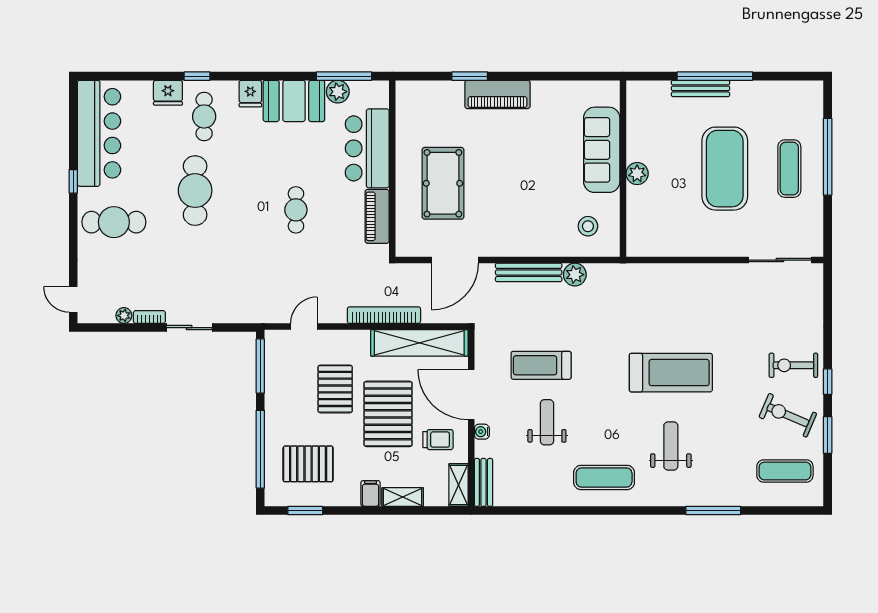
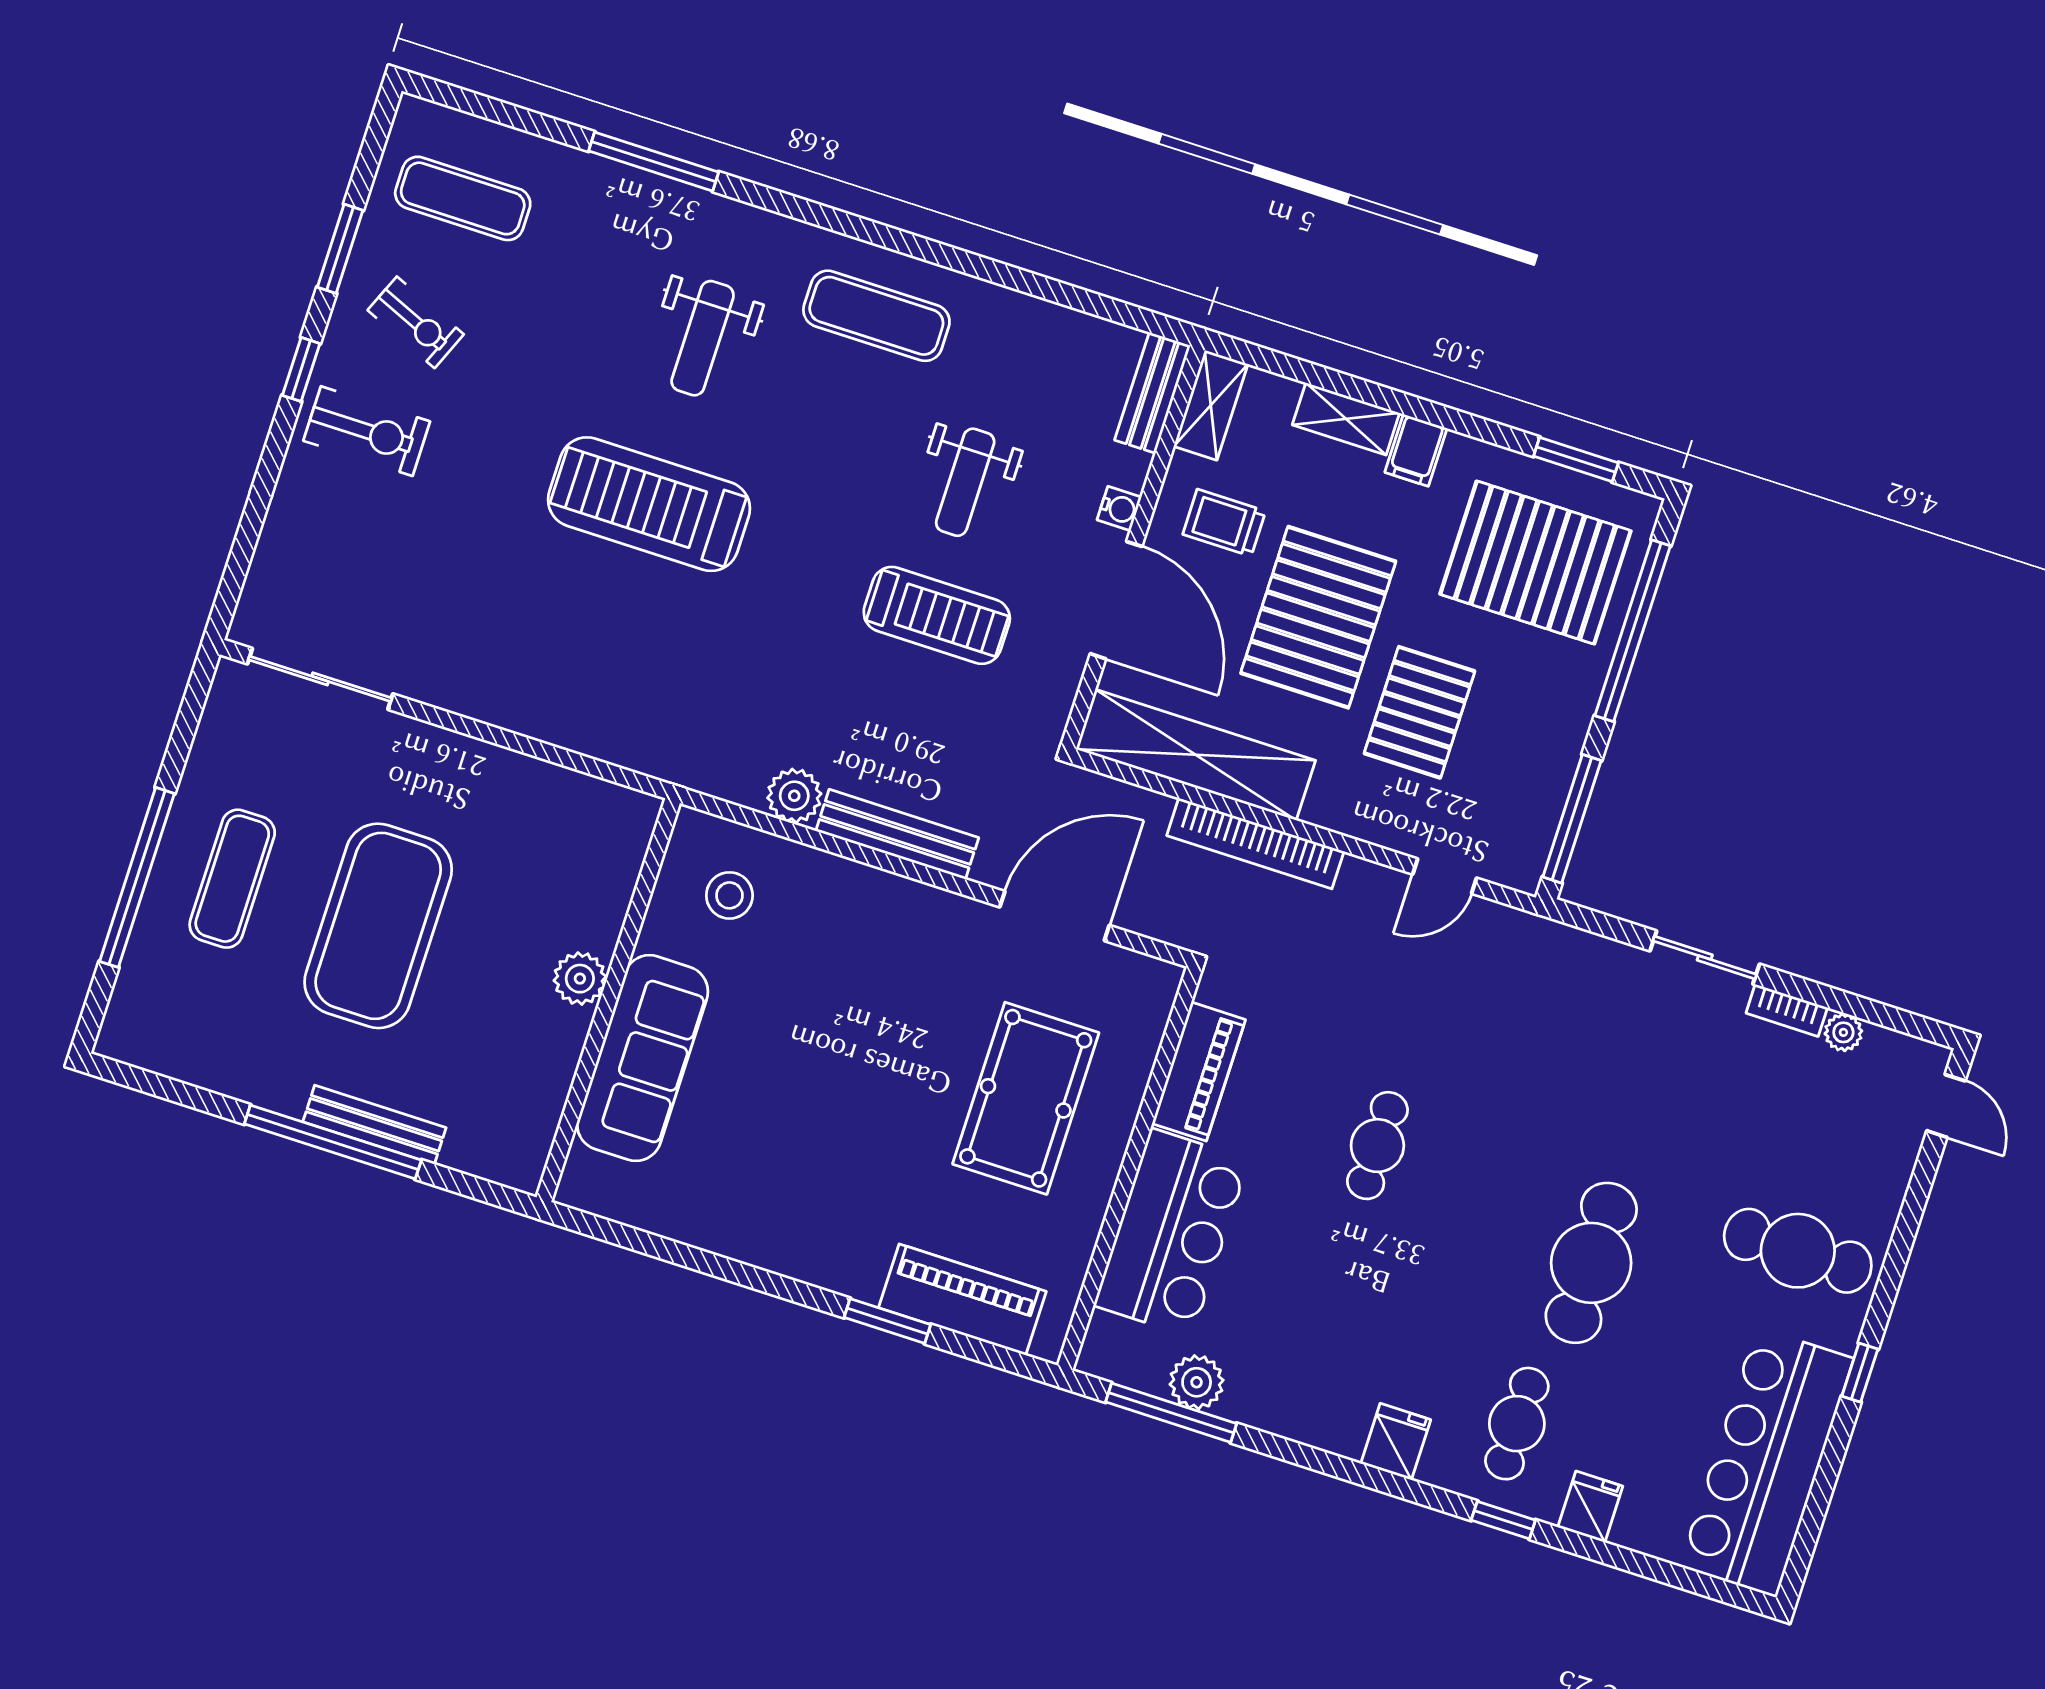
fridge: (168, 93) -> (1590, 1507), width x0.72
piano: (497, 94) -> (962, 1300), moved
booth: (294, 101) -> (1302, 1393), removed
exercise bike: (788, 415) -> (416, 322), width x0.73, depth x0.72
pallet: (308, 464) -> (1535, 562), width x1.37, depth x1.41

